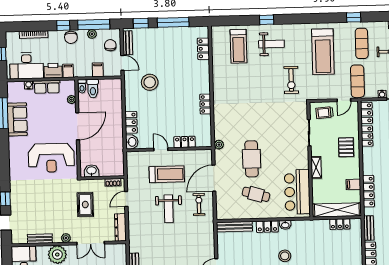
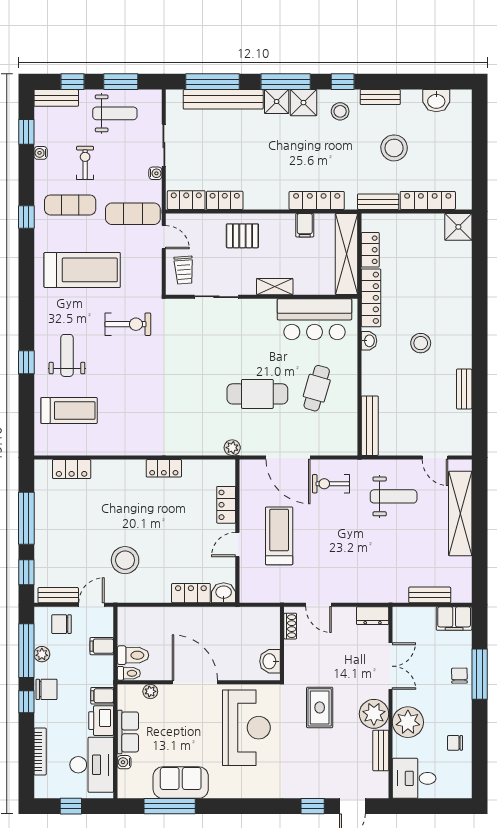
rug: (85, 205) -> (320, 707), moved, turned 90
weight bench: (169, 209) -> (394, 496), moved
dresser: (120, 227) -> (373, 616), width x0.70
locker: (267, 227) -> (371, 298), moved, width x1.53
plant: (66, 238) -> (374, 714), width x1.87, depth x1.87

